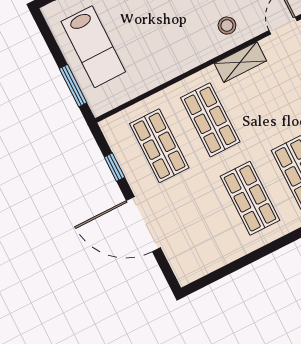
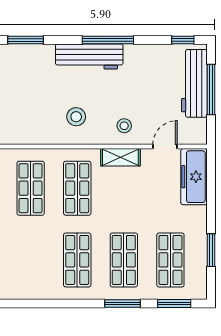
stool: (169, 42) -> (76, 117), added
lab bench: (93, 47) -> (19, 92), removed

